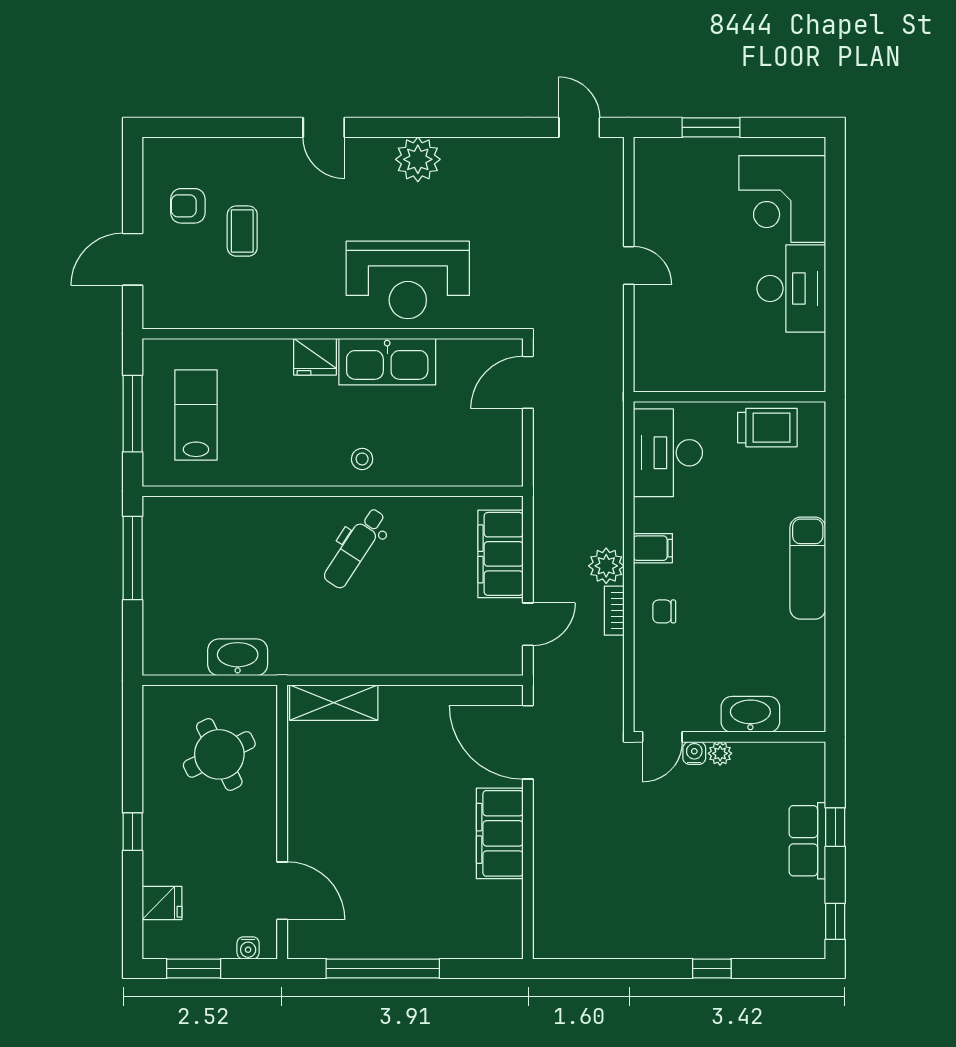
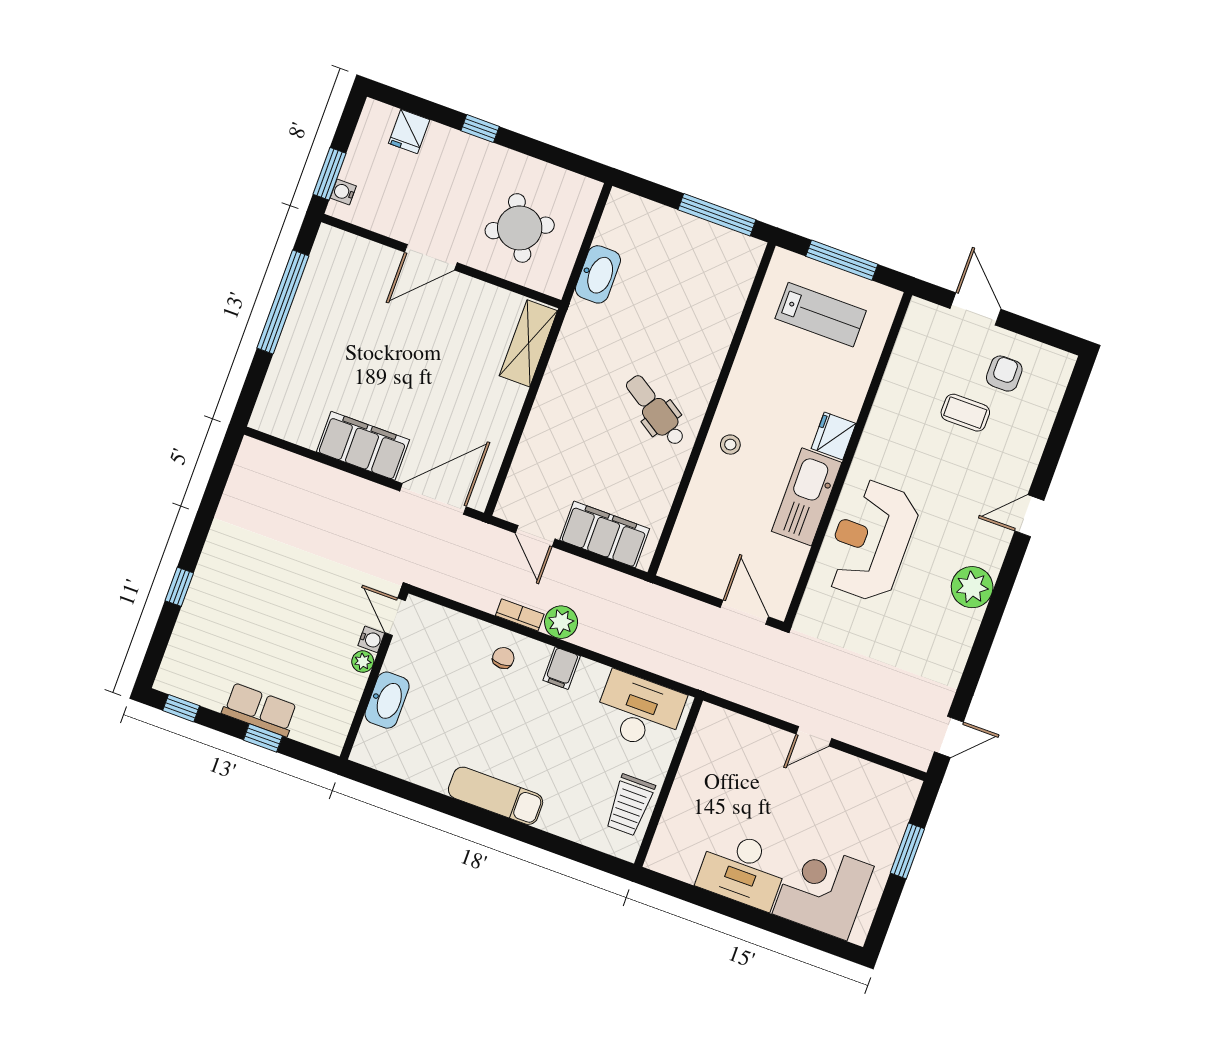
door: (282, 891) -> (431, 257), moved
window: (194, 969) -> (330, 174), moved

